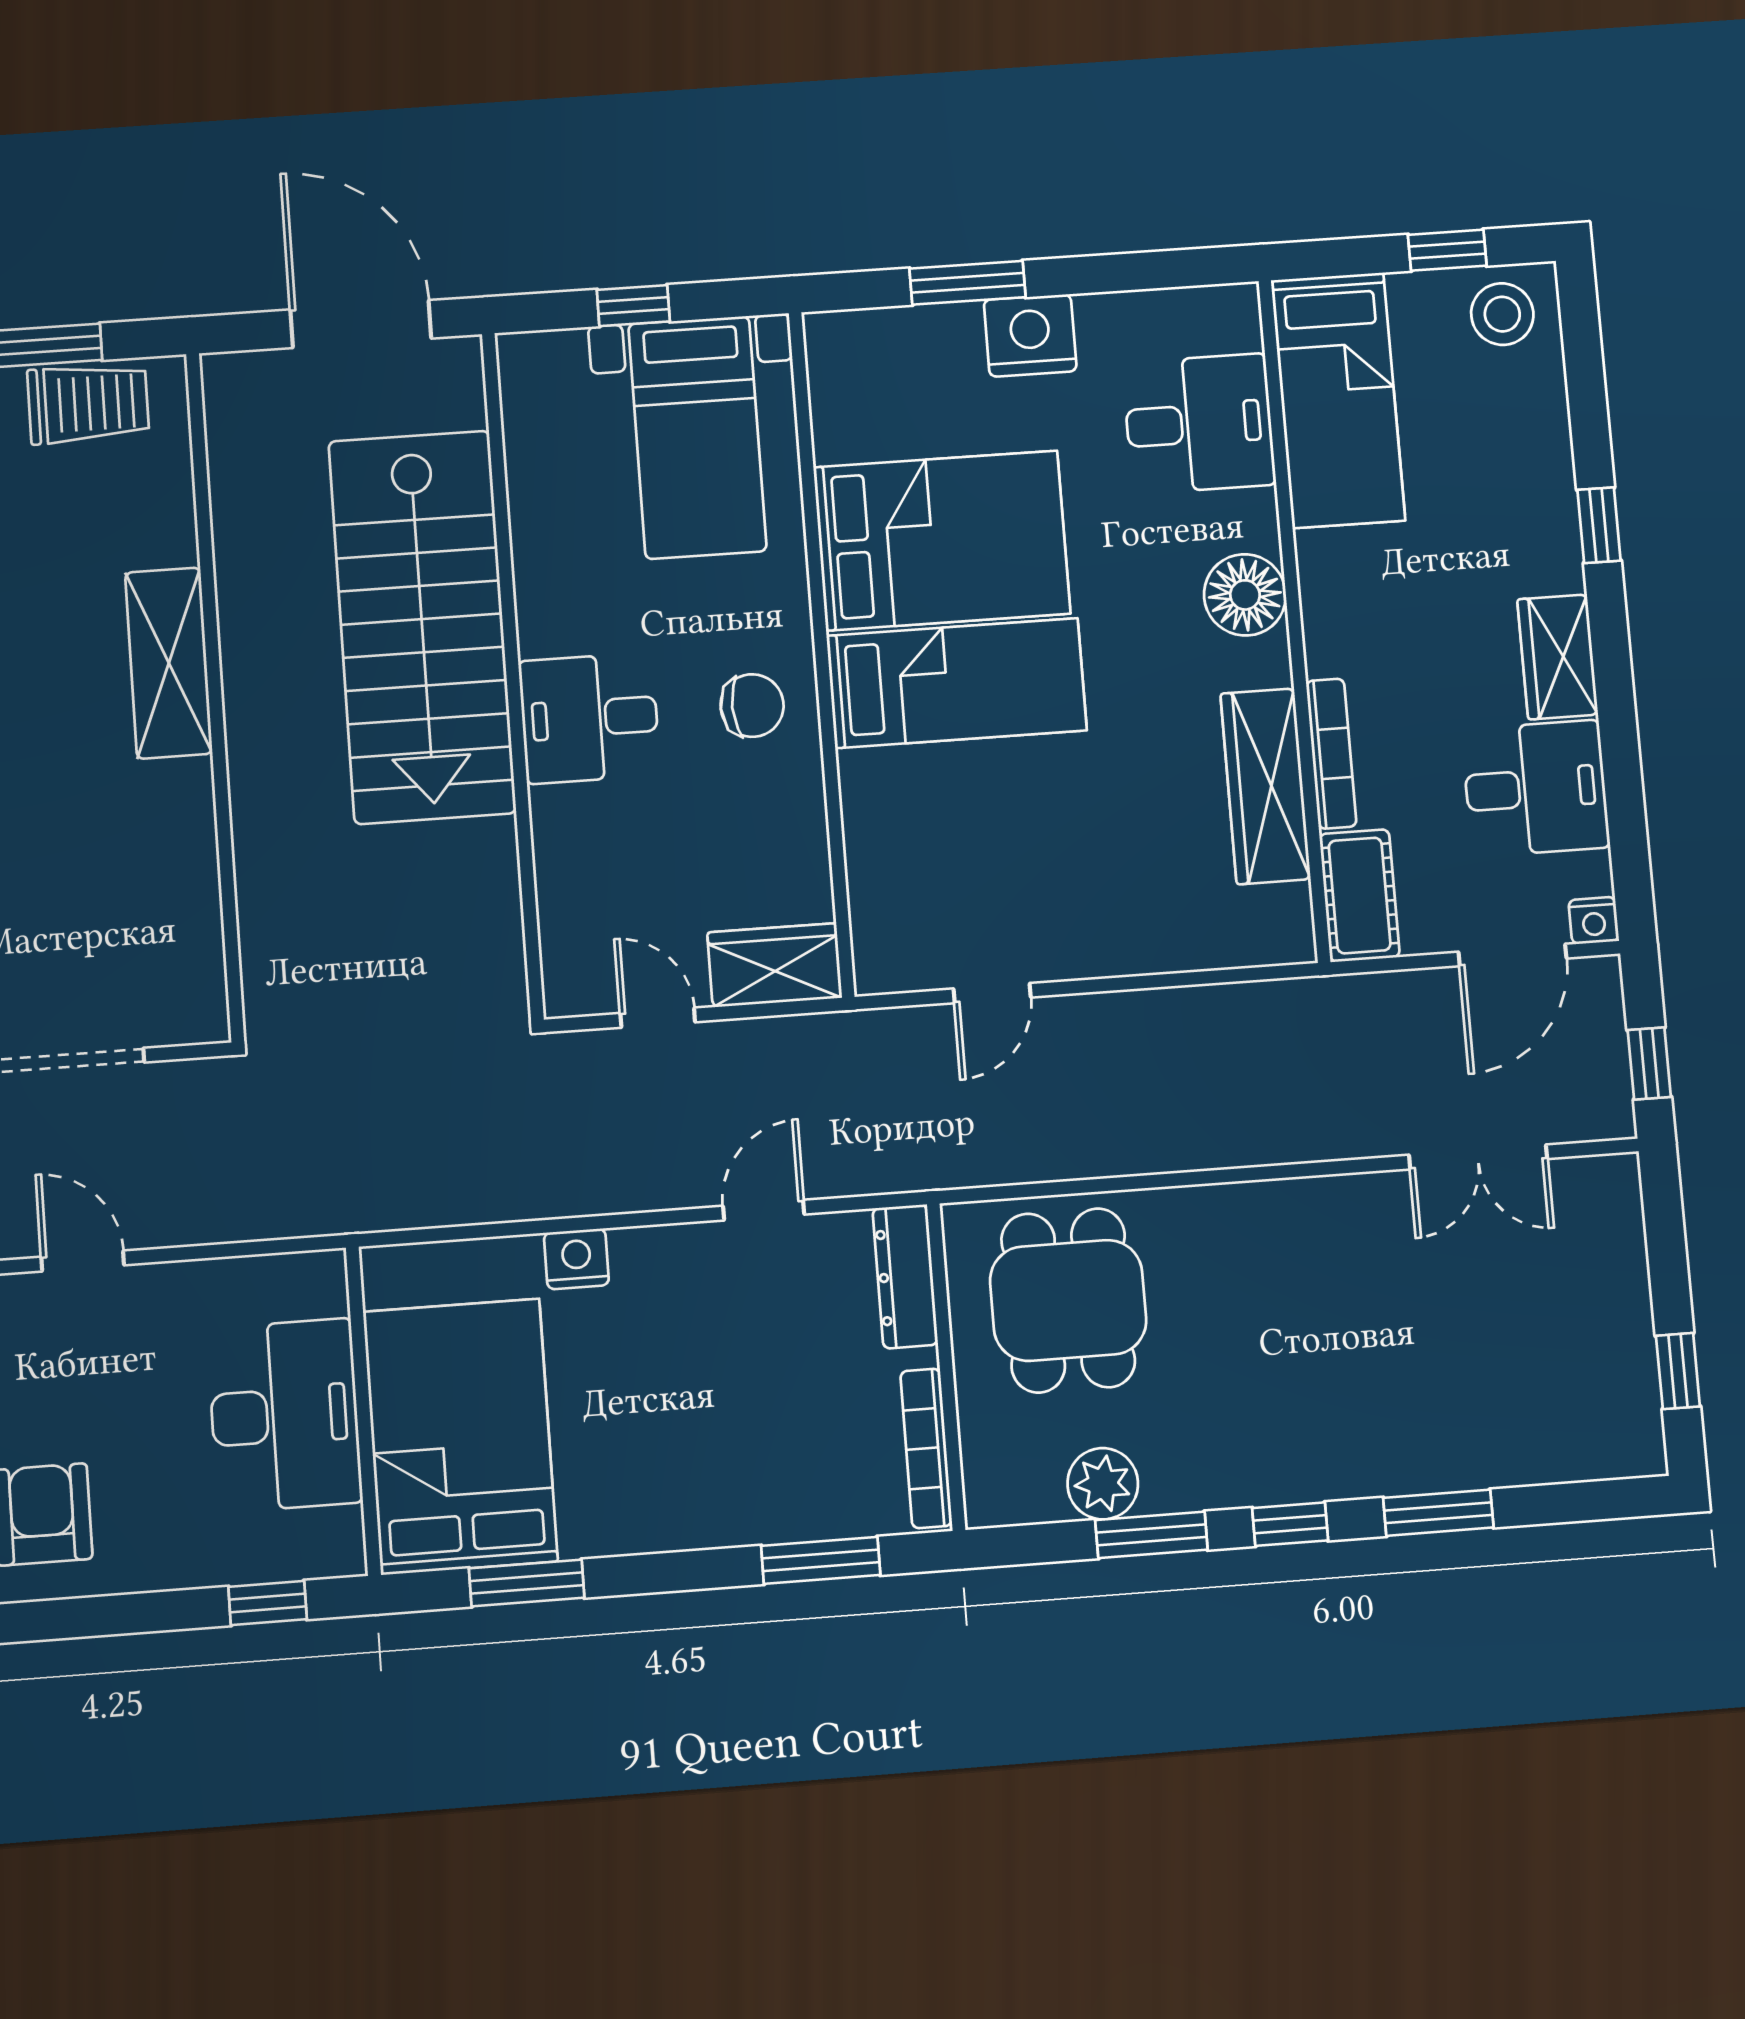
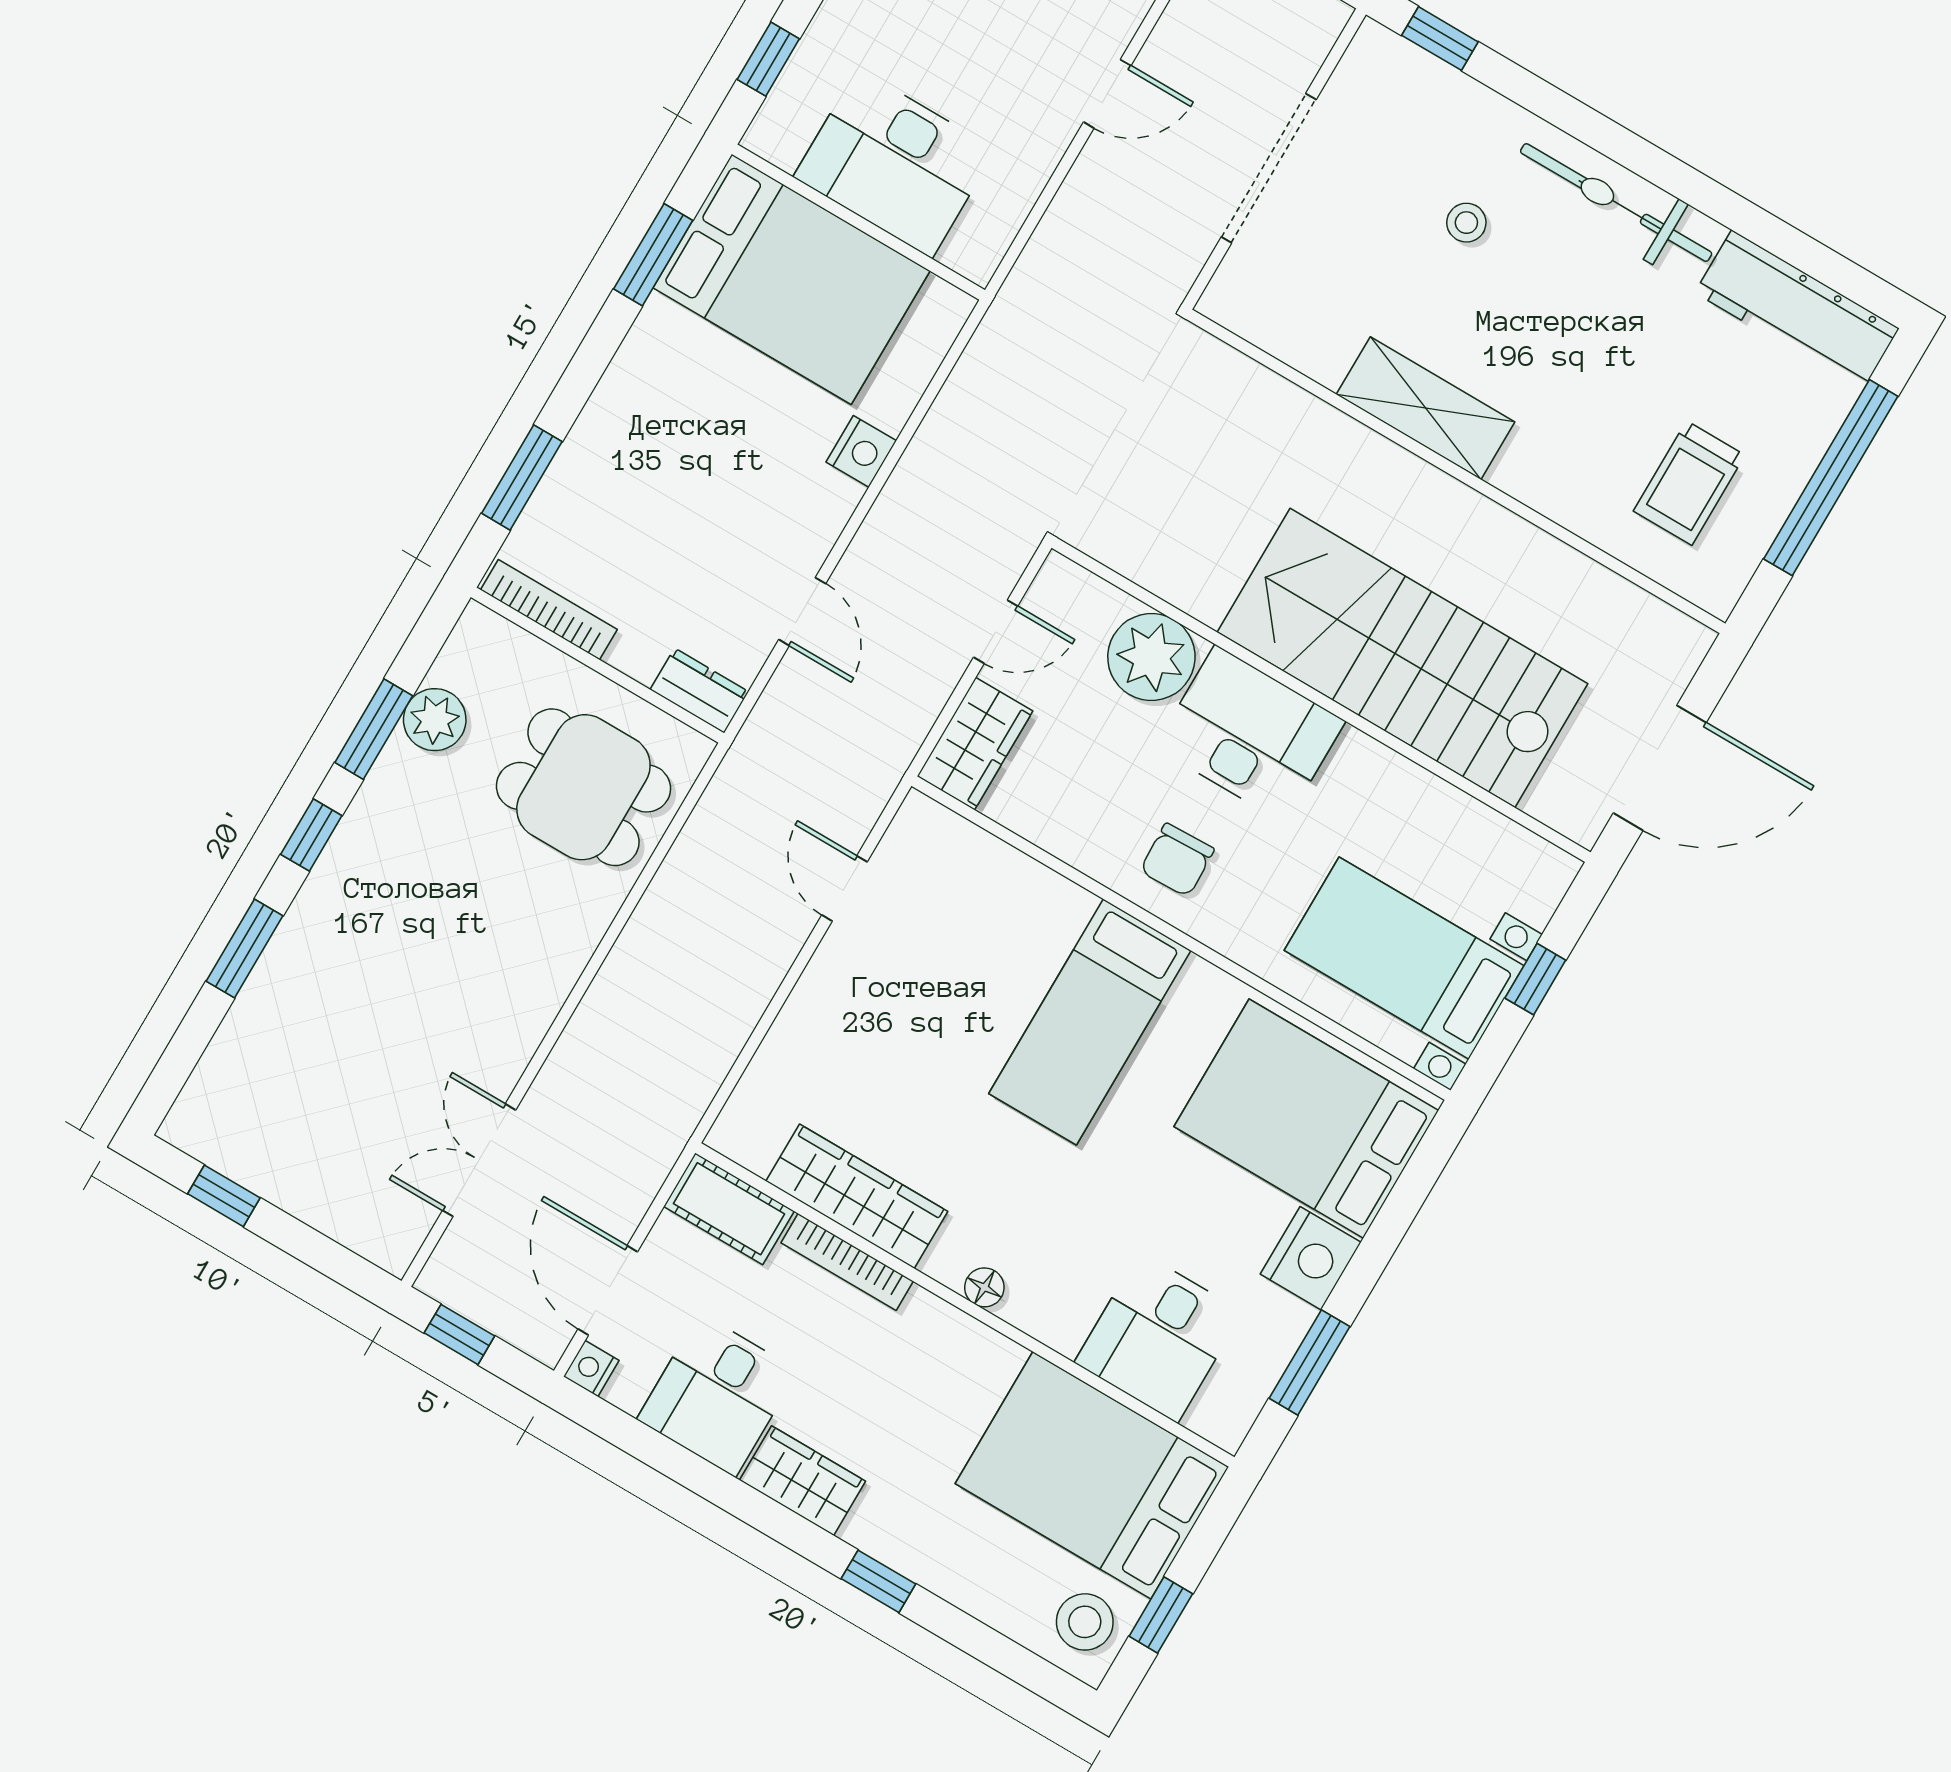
window: (968, 283) -> (1310, 1362), moved
bed: (1338, 400) -> (1092, 1475), width x1.50
trolley: (88, 403) -> (1689, 483), moved
bed: (942, 541) -> (1306, 1119), moved, turned 90
floor lamp: (1245, 595) -> (984, 1287), width x0.53, depth x0.53
shelving: (169, 663) -> (1426, 408), moved
desk: (589, 718) -> (1250, 734), width x1.37
plant: (581, 858) -> (1151, 657), added
dresser: (905, 1276) -> (699, 691), width x0.70

